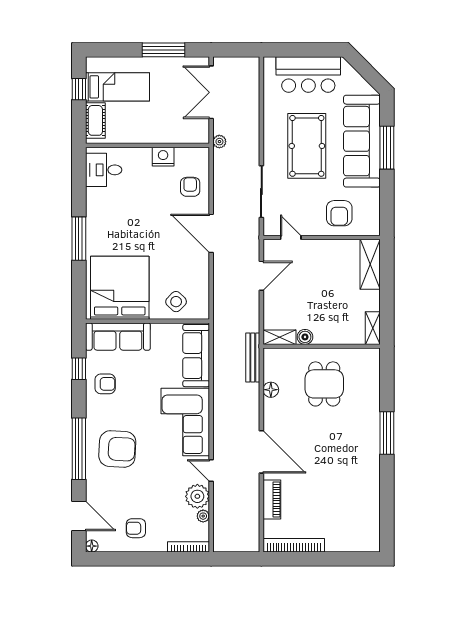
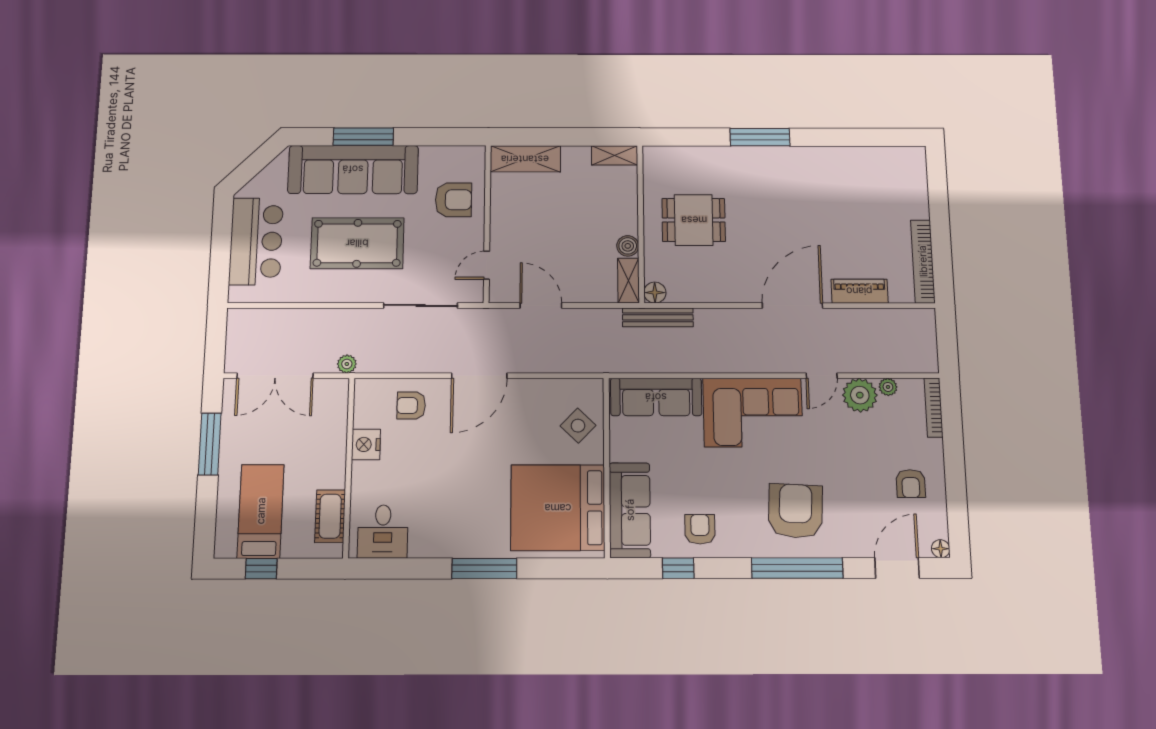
cot: (95, 120) -> (330, 516), moved, turned 90
floor lamp: (271, 390) -> (655, 293), moved

